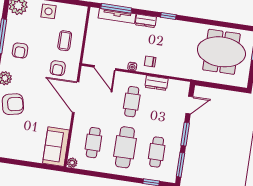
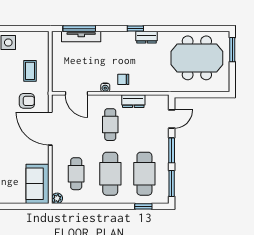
dresser: (146, 21) -> (146, 37), moved
armchair: (58, 68) -> (27, 101), turned -90
cafe table: (157, 152) -> (144, 174), width x1.37, depth x1.35

